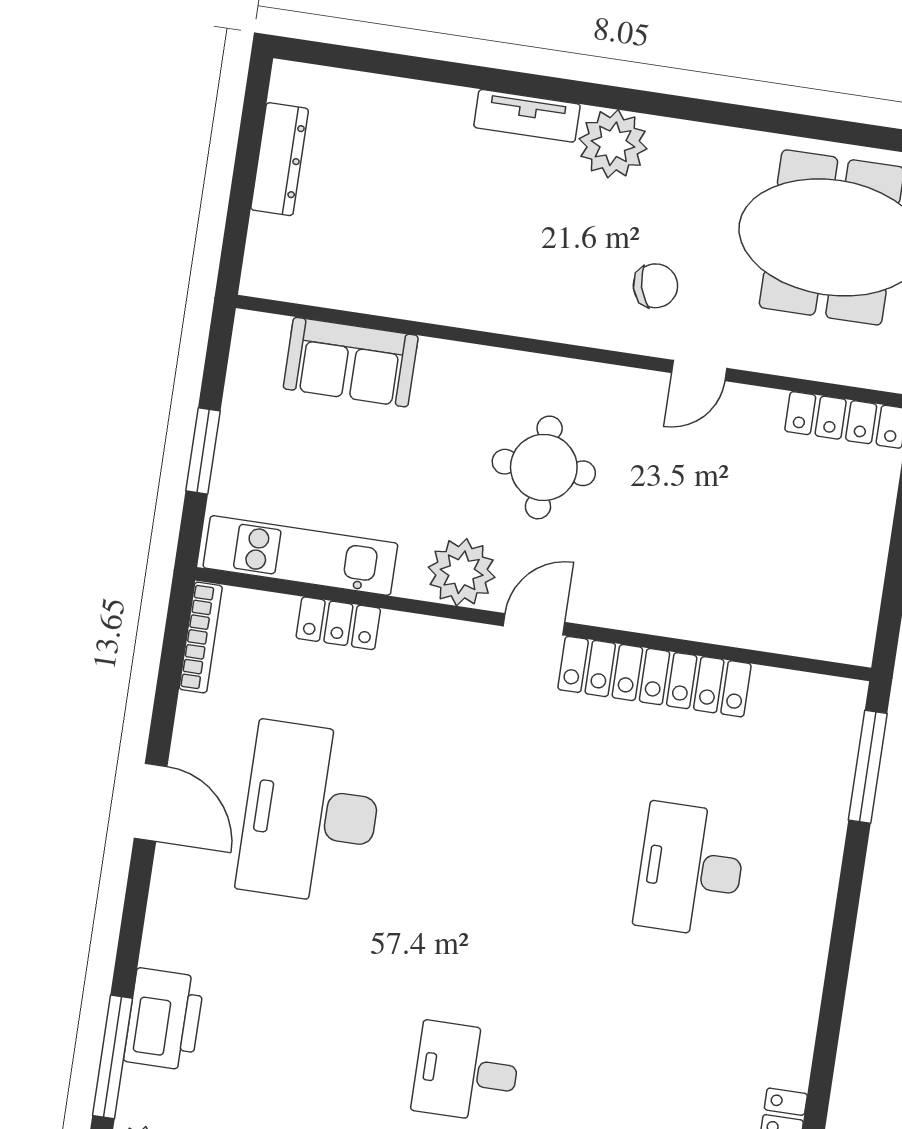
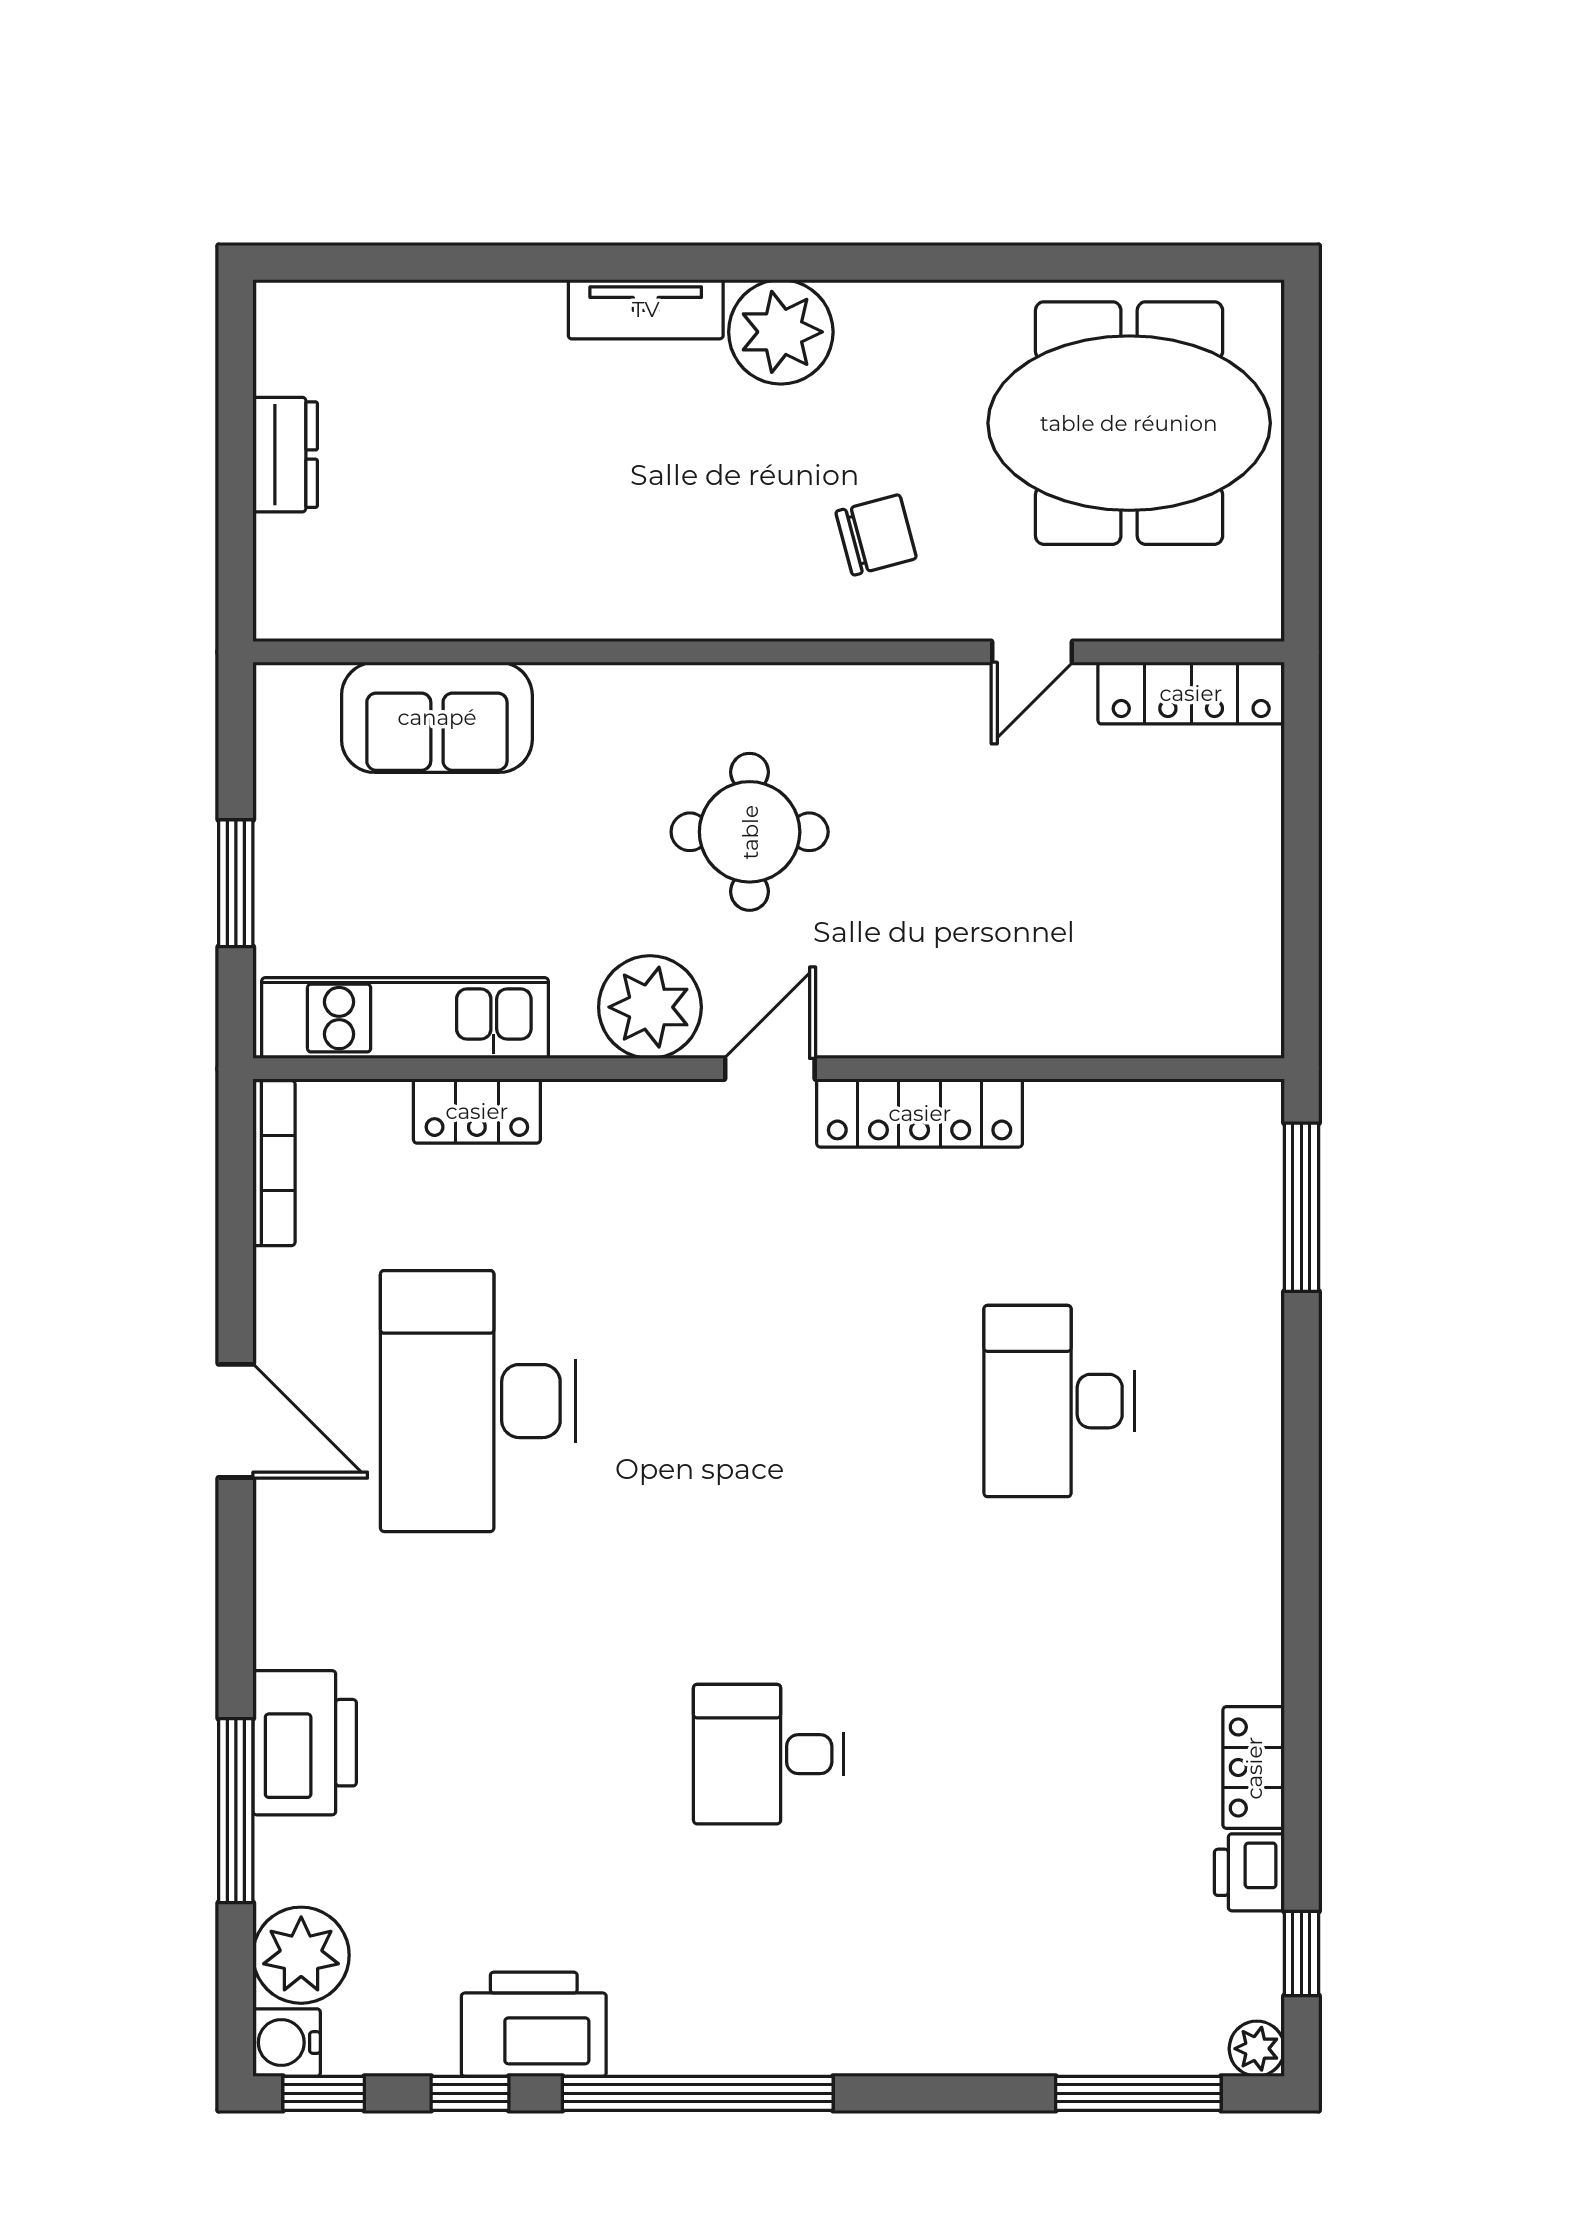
dresser: (280, 159) -> (285, 455), width x0.70
door: (699, 371) -> (1032, 652), moved
locker: (655, 677) -> (920, 1113), width x0.71, depth x0.83

